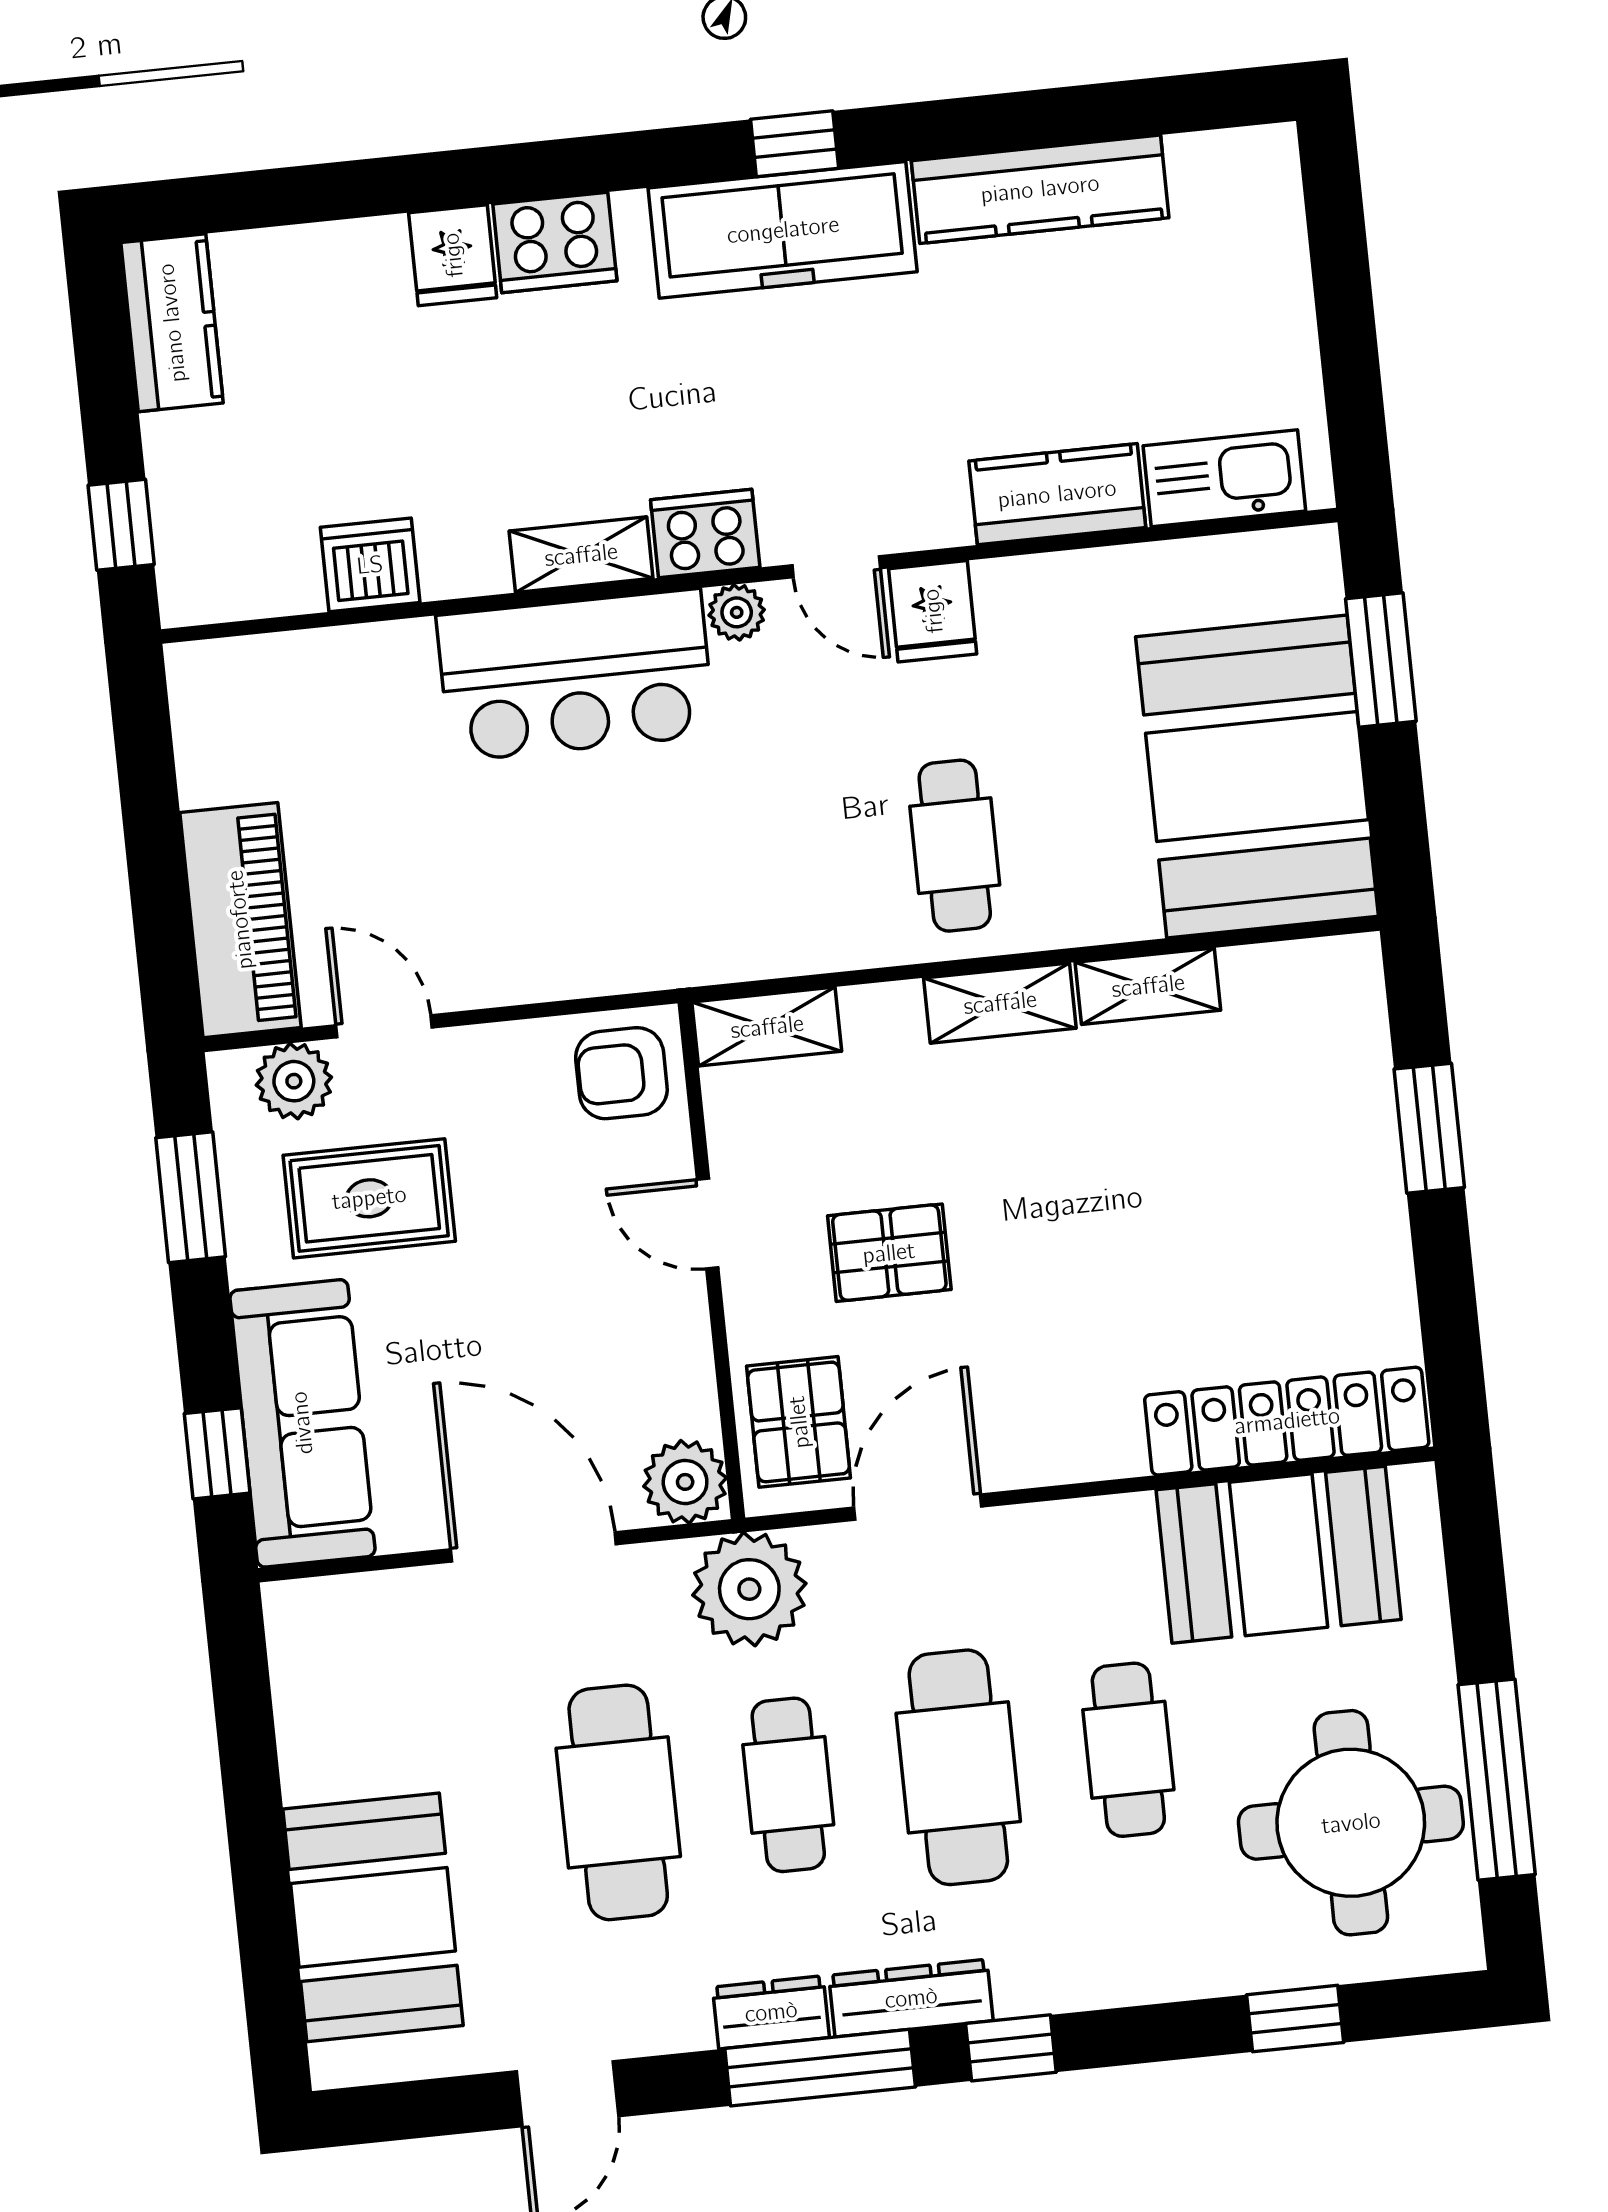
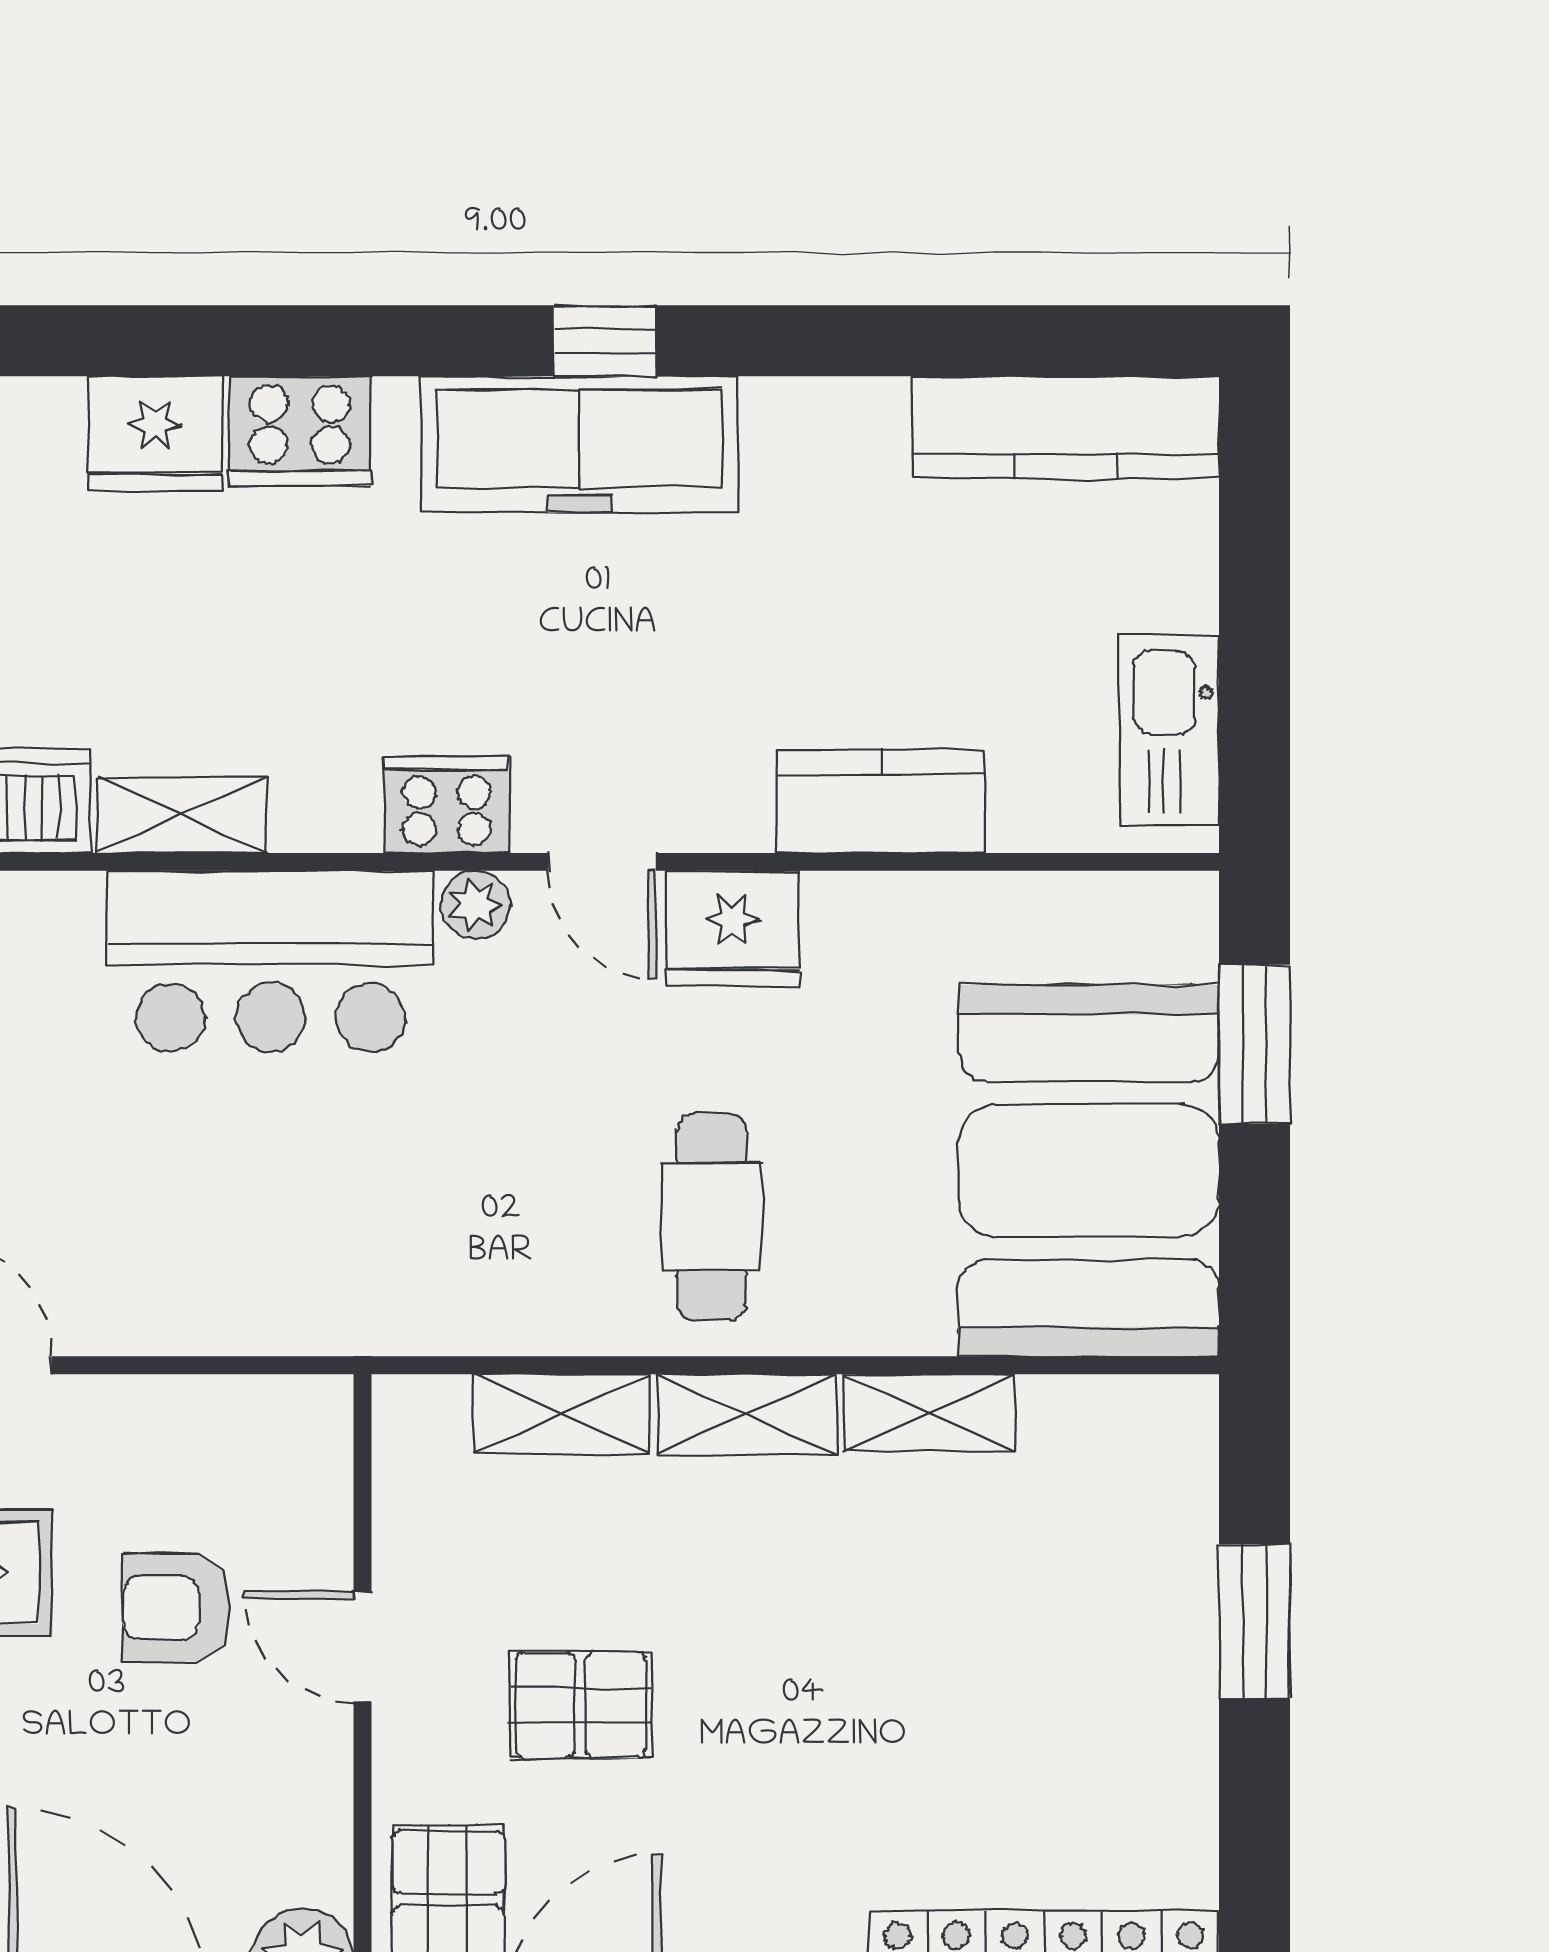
kitchen counter: (1040, 189) -> (1066, 427), moved
fridge: (453, 255) -> (155, 434), width x1.38
kitchen sink: (1224, 478) -> (1169, 730), moved, turned -90
shelving: (581, 555) -> (182, 815), moved
fridge: (933, 611) -> (733, 928), width x1.38
shelving: (767, 1027) -> (562, 1414), moved
armchair: (621, 1073) -> (176, 1607), moved

